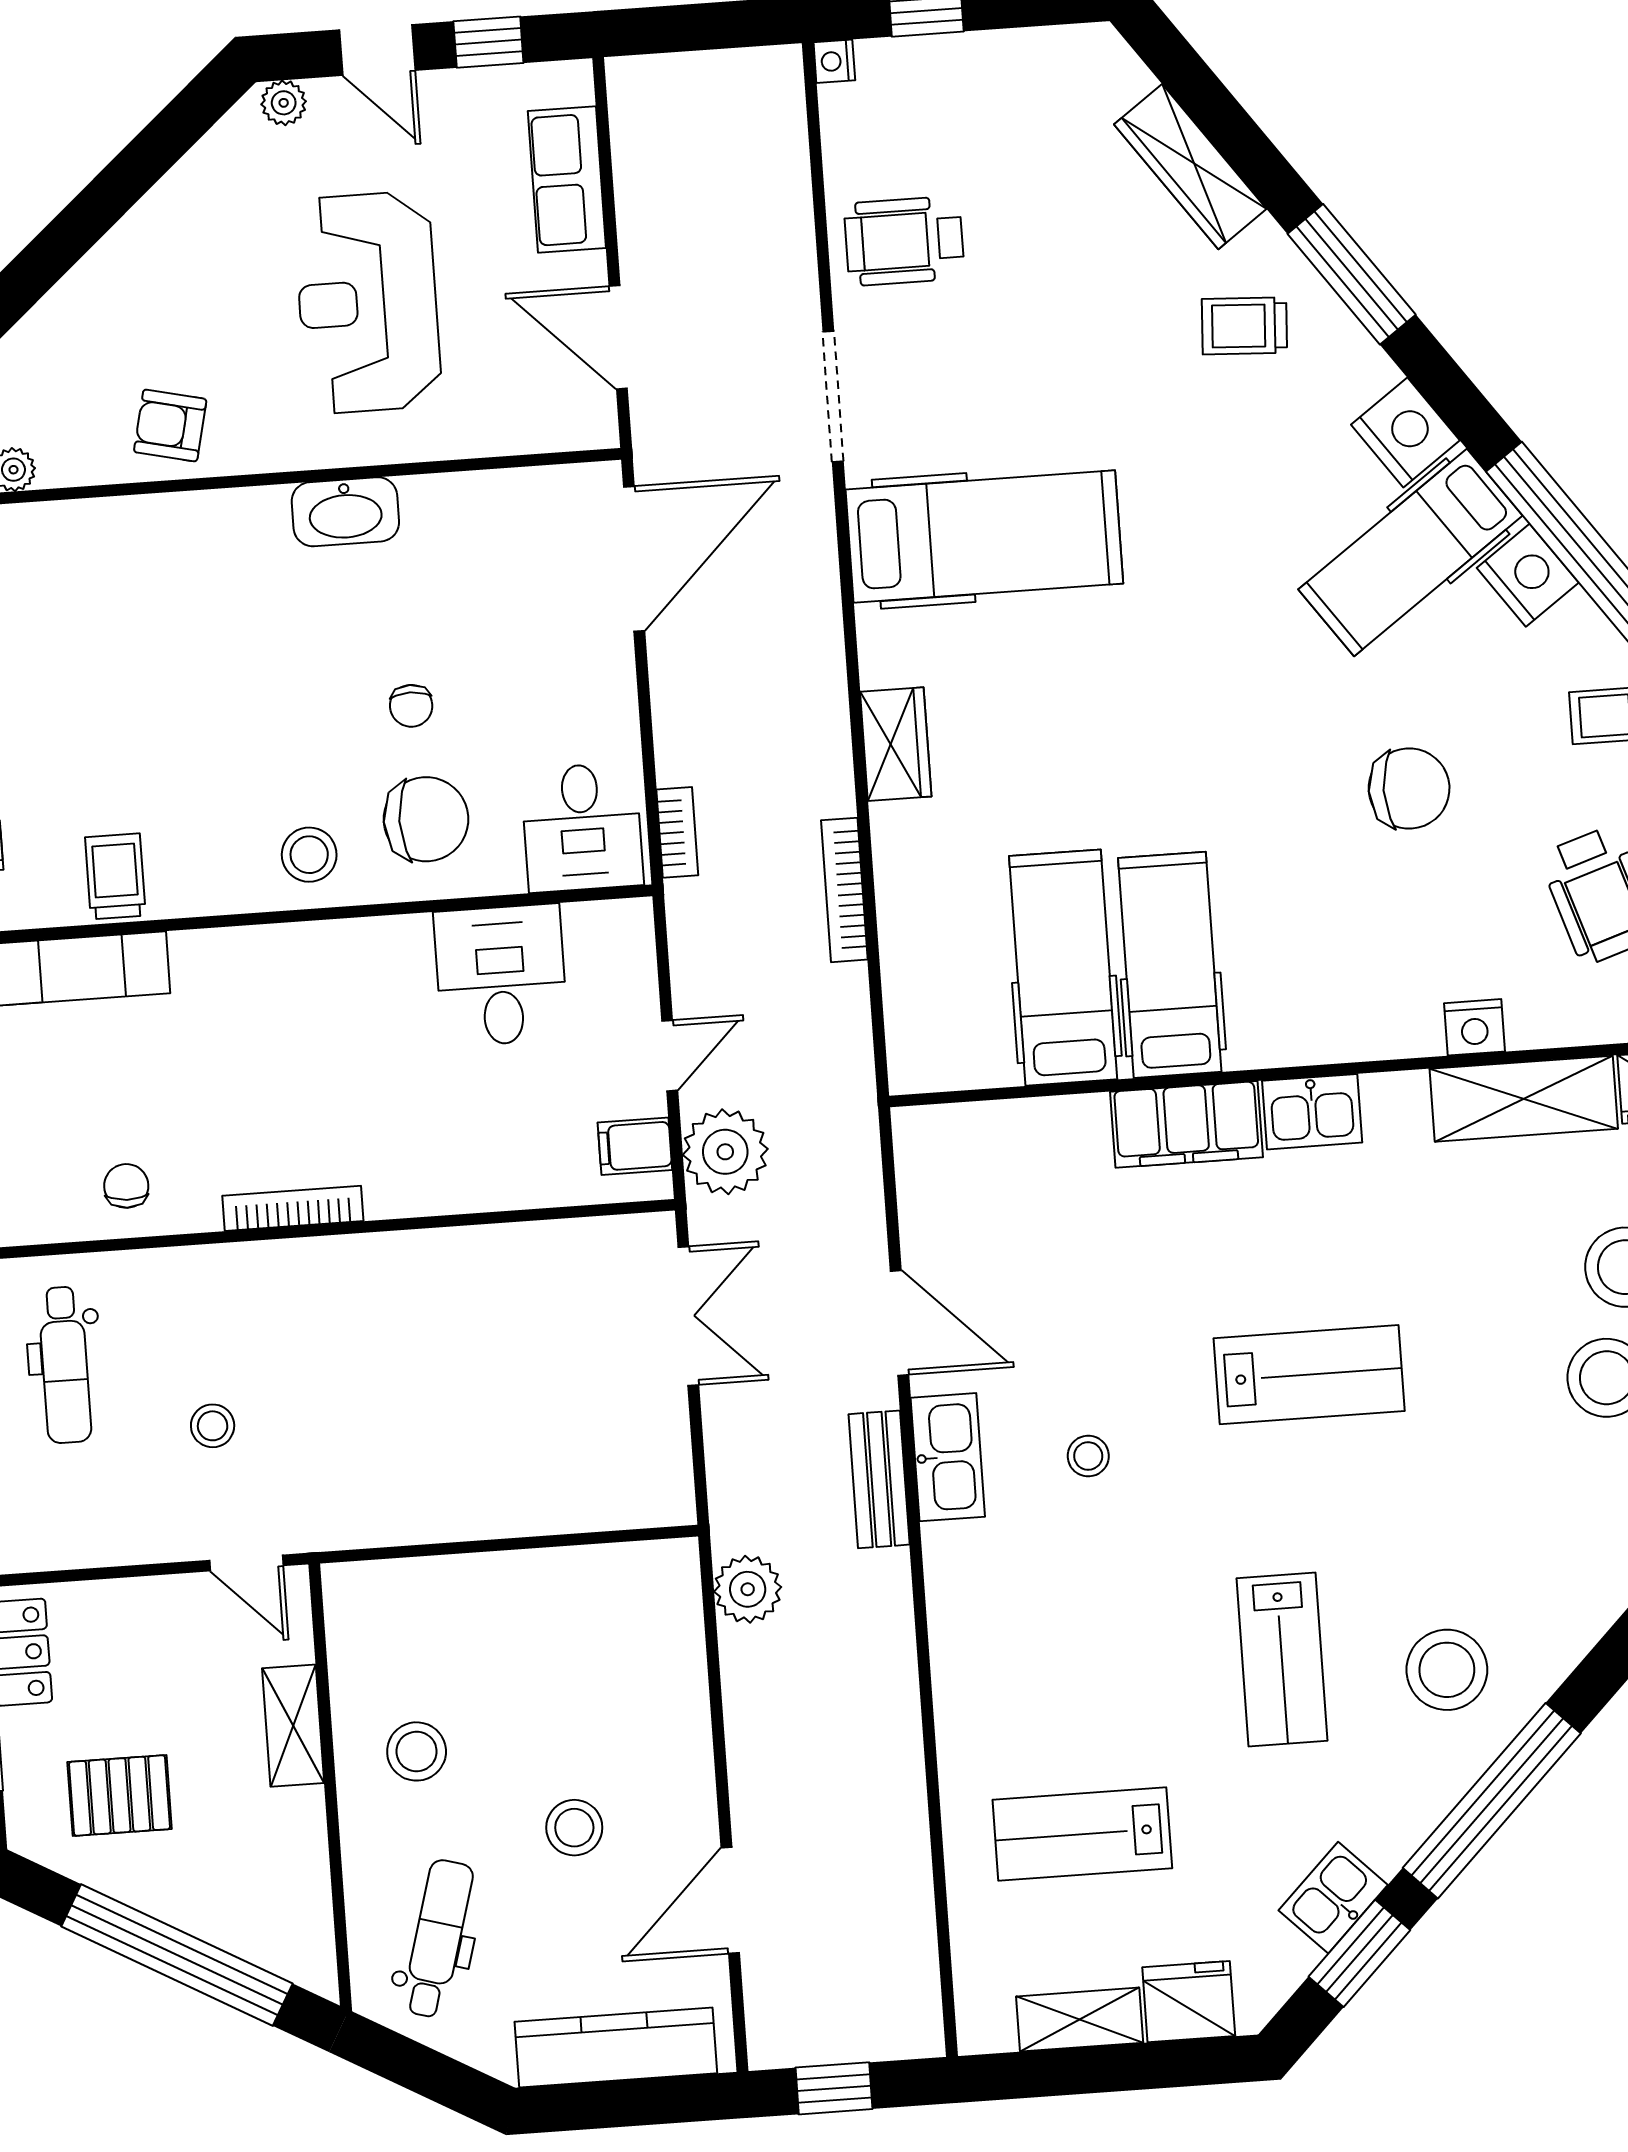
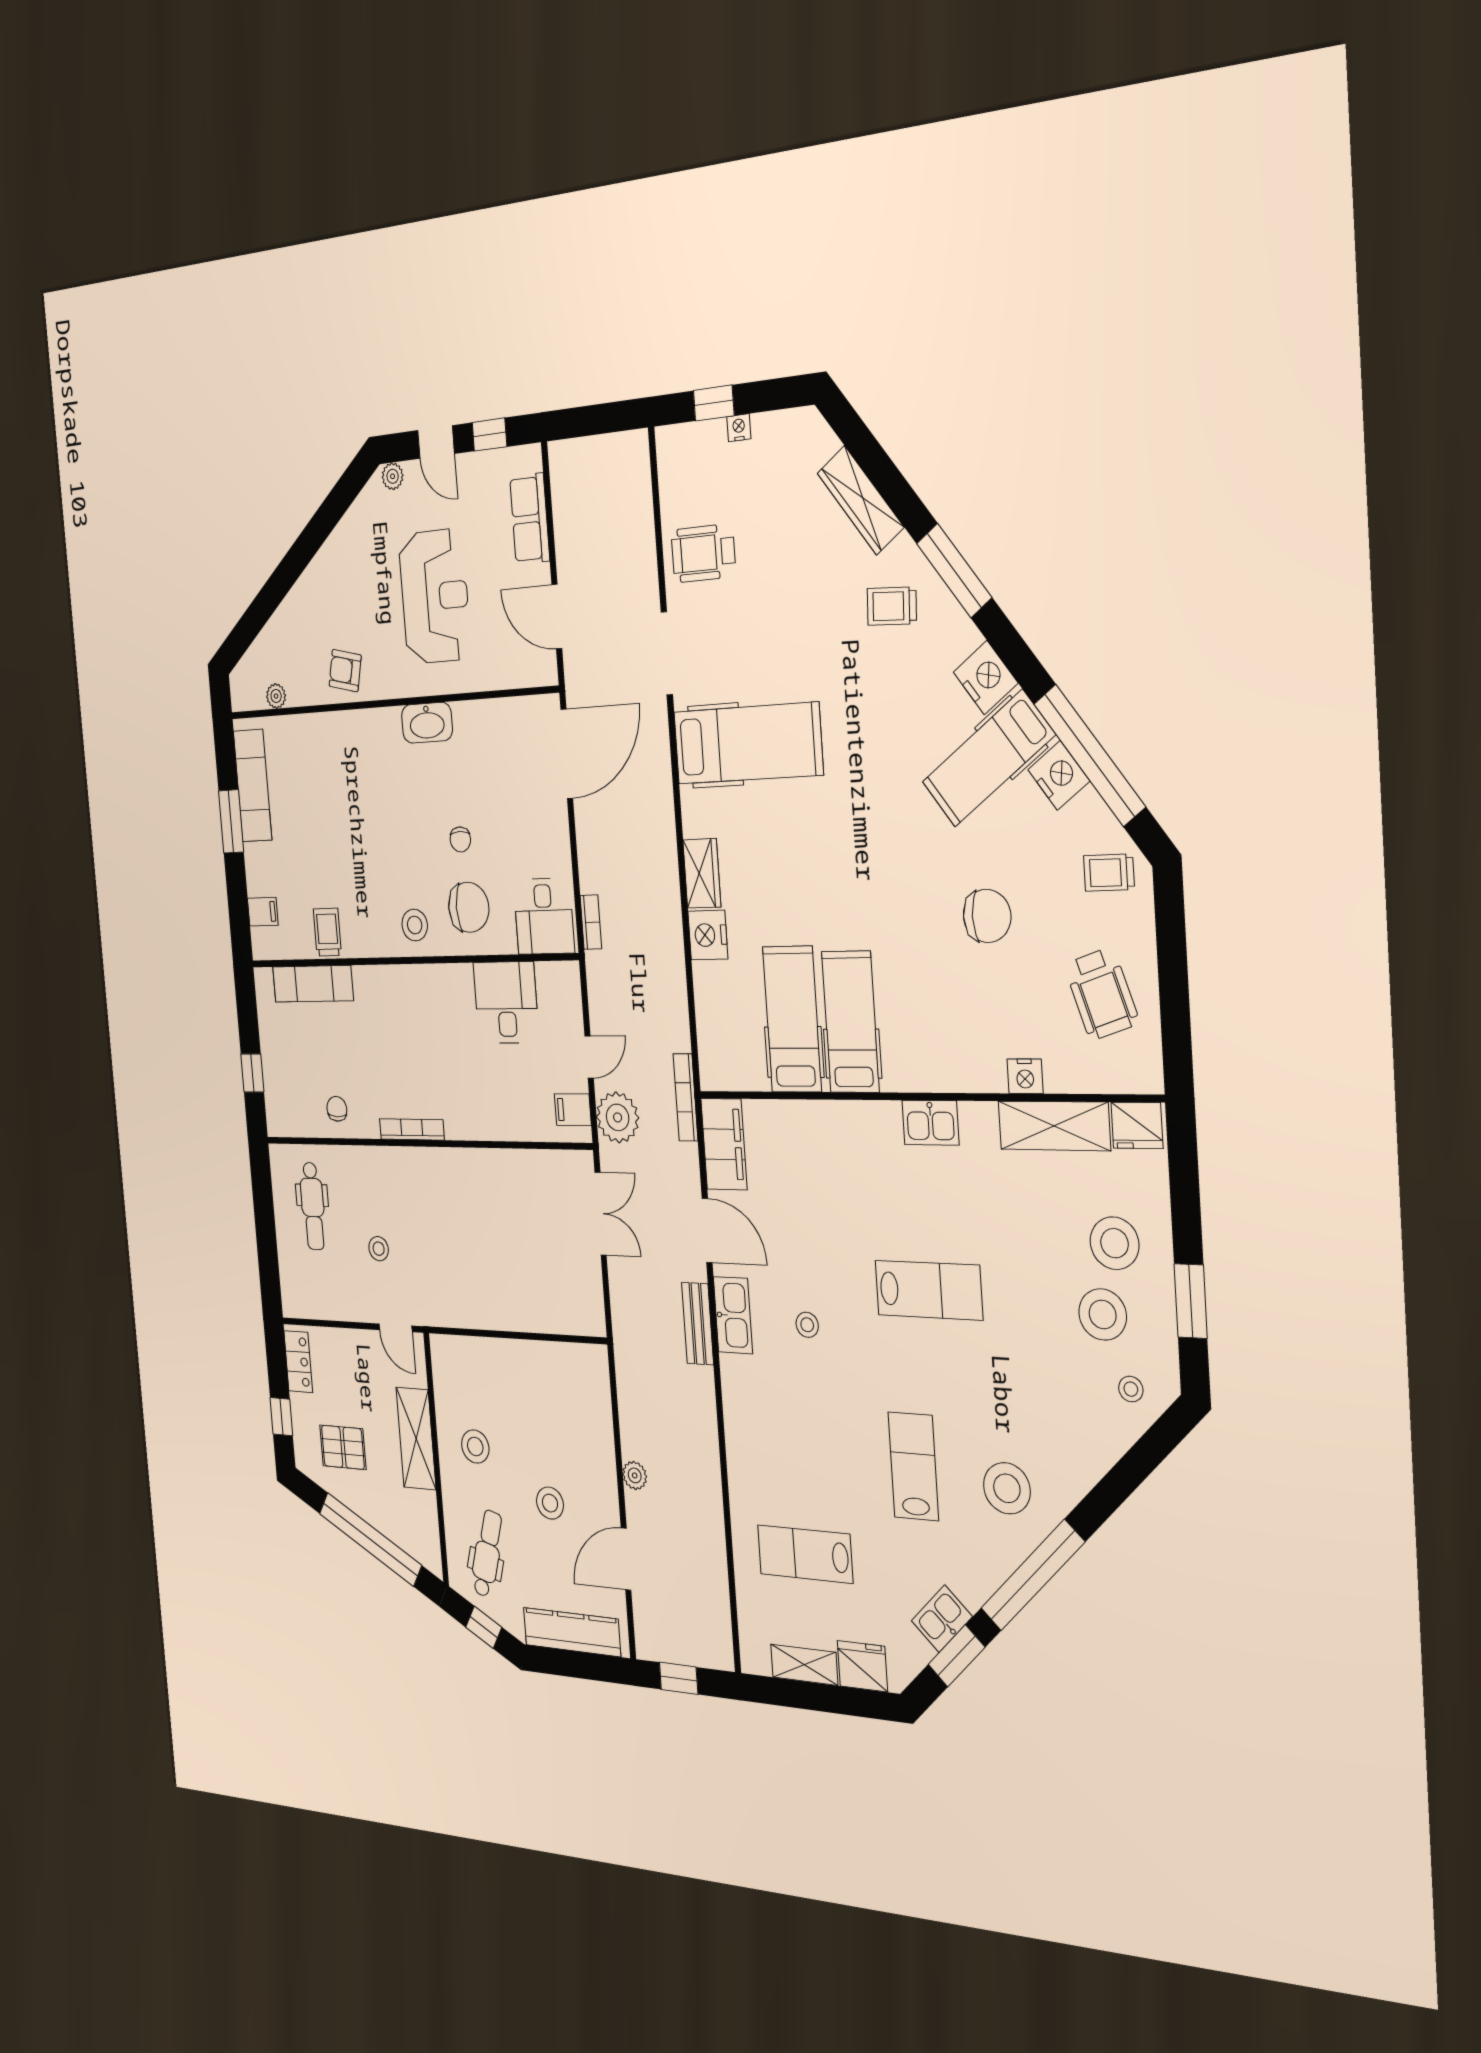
nightstand: (834, 61) -> (739, 428), moved, turned 90
reception desk: (368, 303) -> (435, 597), turned 180
nightstand: (906, 842) -> (708, 935), added
bookcase: (844, 890) -> (686, 1097), moved
filing cabinet: (1187, 1124) -> (724, 1144), moved, turned -90
plant: (748, 1589) -> (635, 1475), moved, width x0.73, depth x0.73
lab bench: (1282, 1659) -> (913, 1466), turned 180
shelving: (293, 1726) -> (416, 1439), width x1.50, depth x1.33
window: (427, 2072) -> (484, 1627), added

